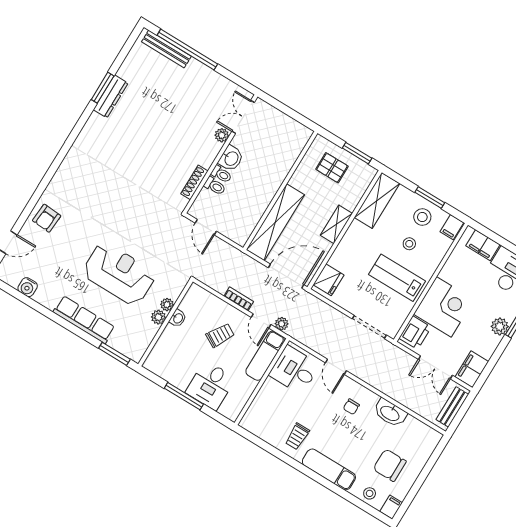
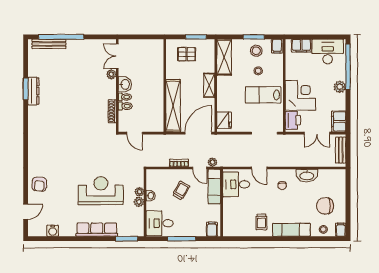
desk: (210, 385) -> (160, 223), moved, turned 90
filing cabinet: (229, 408) -> (212, 229), added

